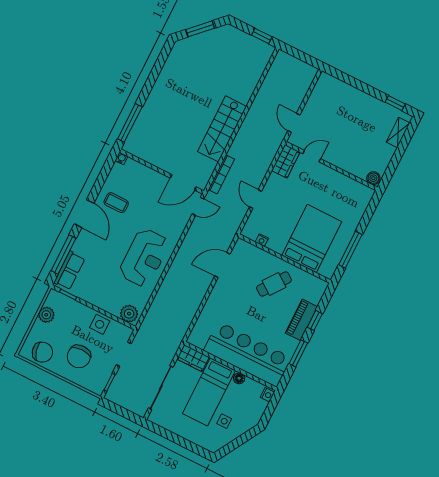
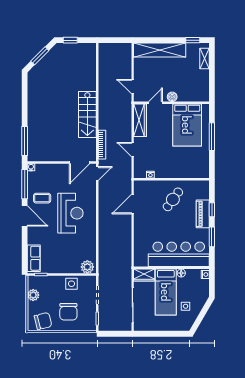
window: (262, 36) -> (70, 40), moved
shelving: (349, 95) -> (160, 50), added
wardrobe: (286, 161) -> (140, 120), width x1.50
boiler: (373, 178) -> (172, 97), moved
bed: (312, 239) -> (187, 125), moved, turned 180
window: (350, 250) -> (212, 137), moved
window: (64, 255) -> (25, 184), moved
reception desk: (144, 258) -> (70, 213), moved

